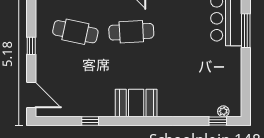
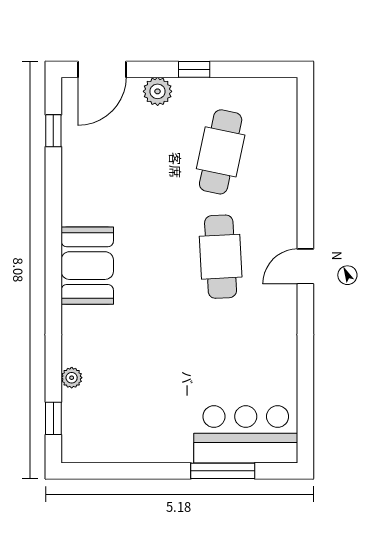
plant: (43, 65) -> (158, 91), added
plant: (223, 111) -> (72, 378), moved
window: (90, 121) -> (53, 131), moved

